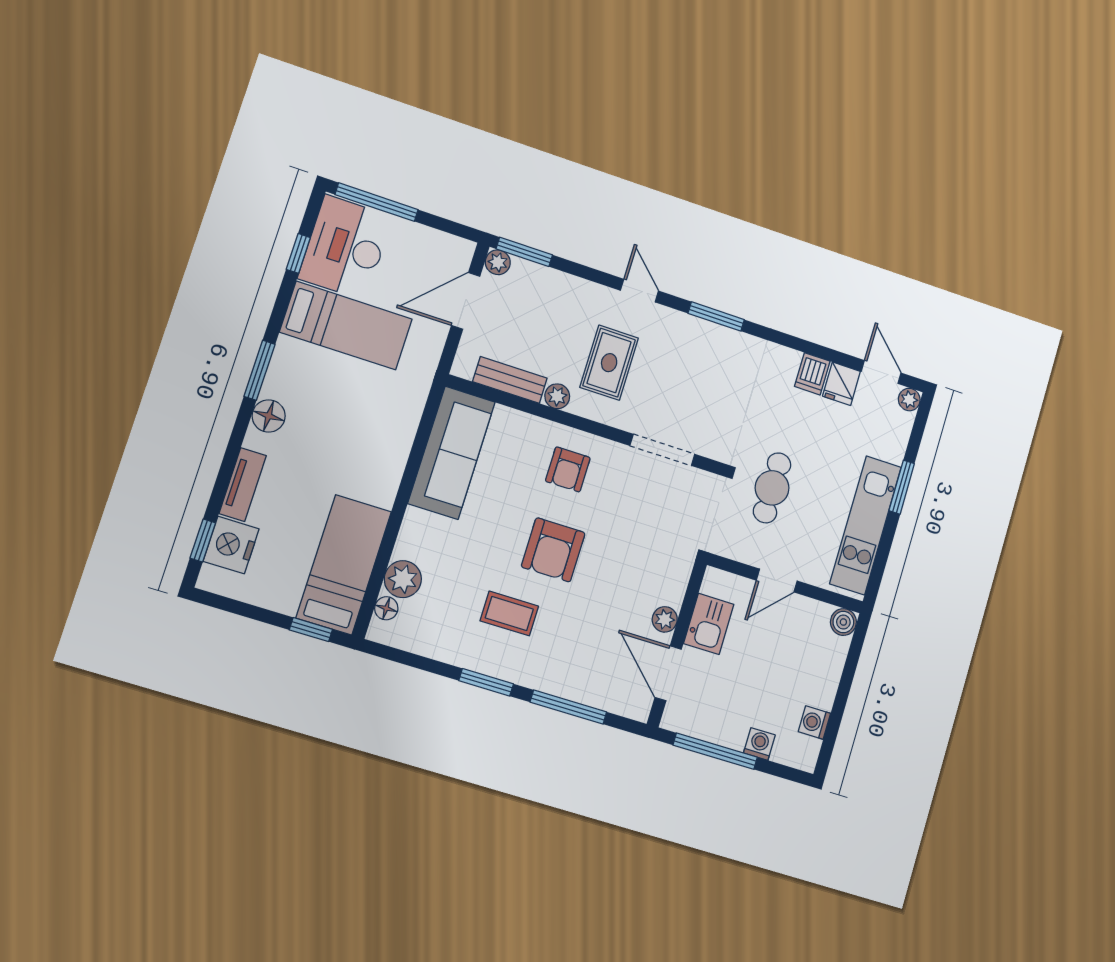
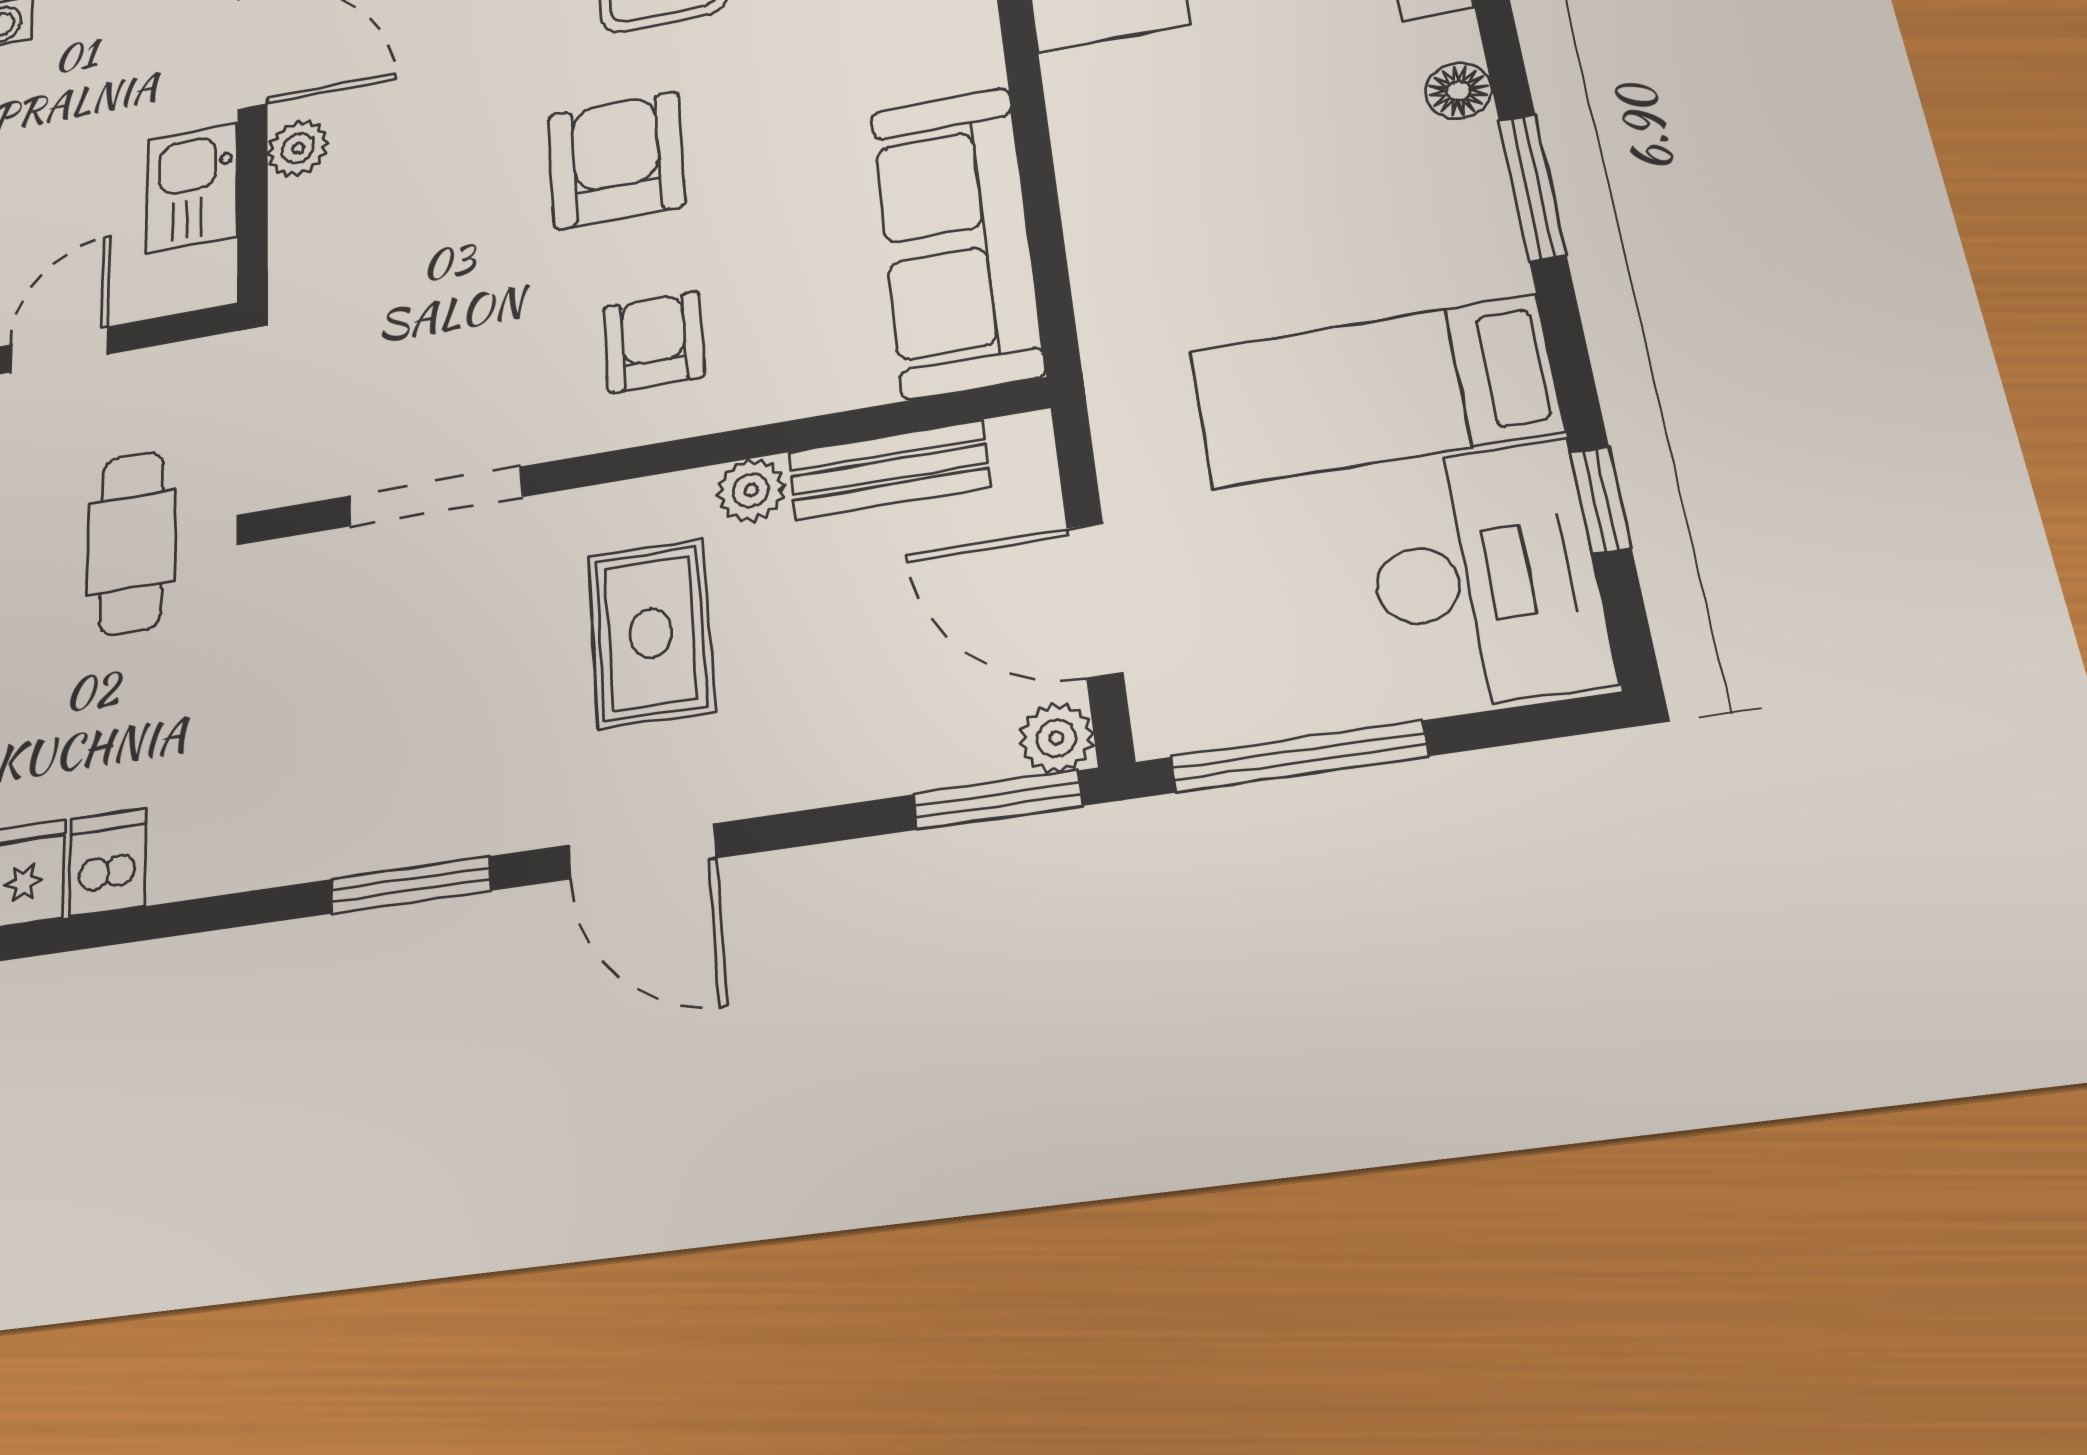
window: (377, 202) -> (1298, 757), moved
door: (639, 291) -> (642, 851), width x1.38
door: (466, 301) -> (1095, 600), swing flipped
floor lamp: (269, 416) -> (1458, 91), width x0.73, depth x0.73

